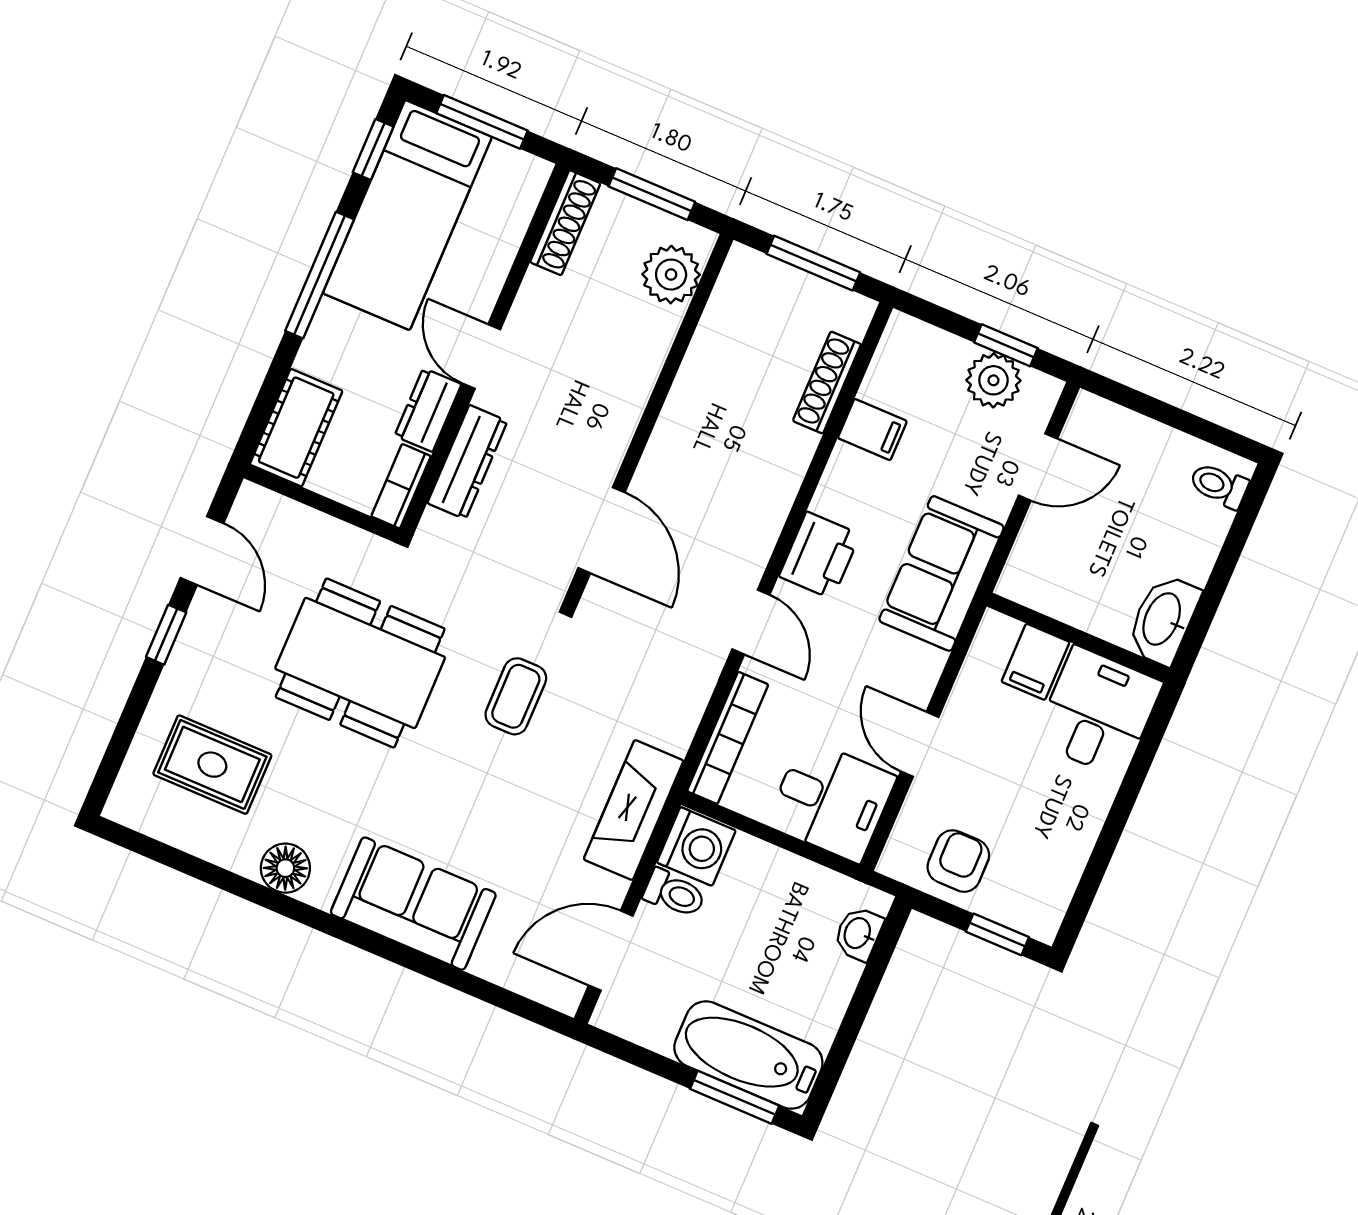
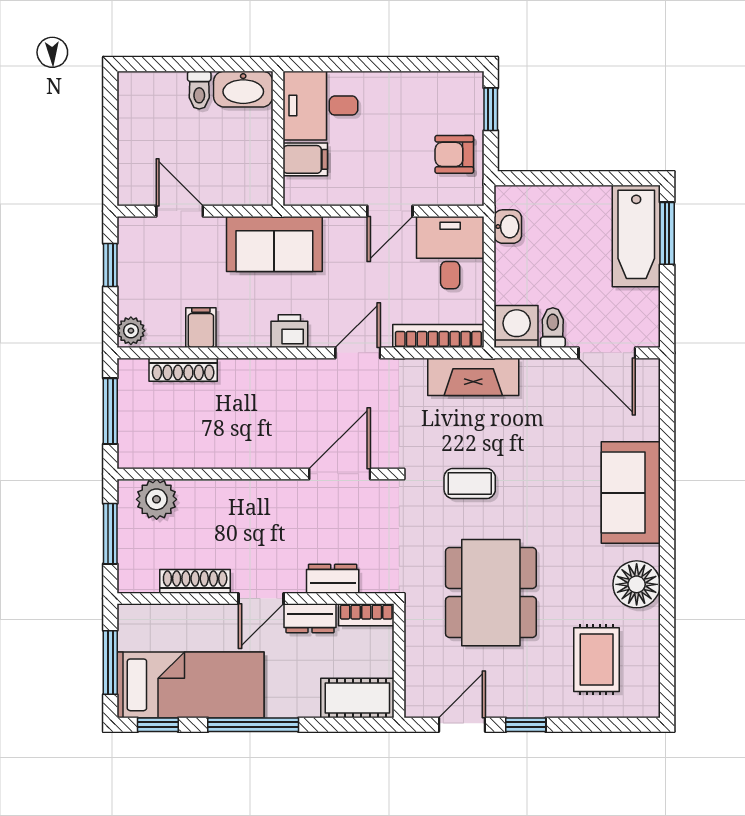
shoe rack: (565, 223) -> (195, 581), moved
plant: (993, 380) -> (131, 331), moved, width x0.73, depth x0.73
dresser: (467, 462) -> (333, 579), width x0.70
toilet: (1219, 485) -> (199, 90), moved
printer: (820, 555) -> (289, 331), width x0.73, depth x0.81
fireplace: (634, 810) -> (473, 377), moved
floor lamp: (285, 868) -> (637, 584), width x1.38, depth x1.38
washbasin: (858, 933) -> (508, 227), moved, turned -90

